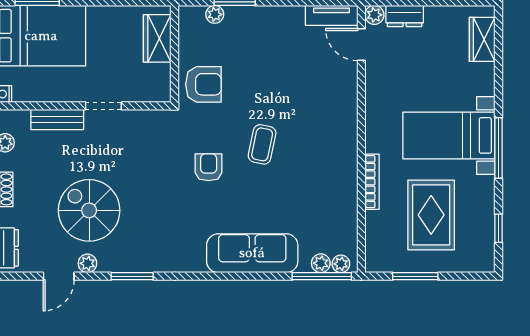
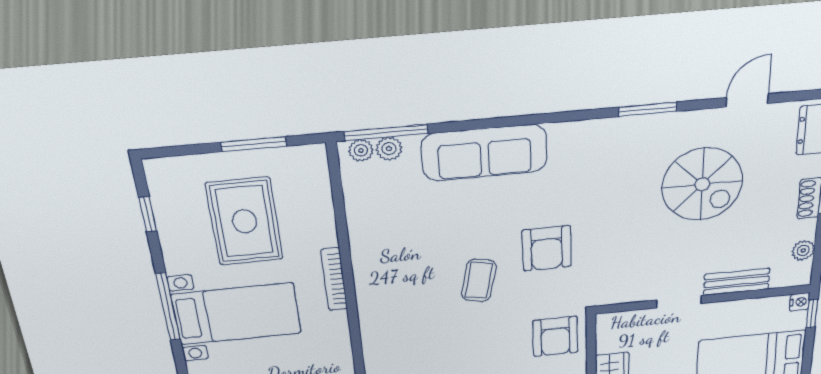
armchair: (203, 84) -> (555, 336), turned -90
armchair: (209, 167) -> (547, 248), width x1.38, depth x1.38
bookcase: (372, 182) -> (334, 279), moved
plant: (87, 263) -> (708, 120), removed

